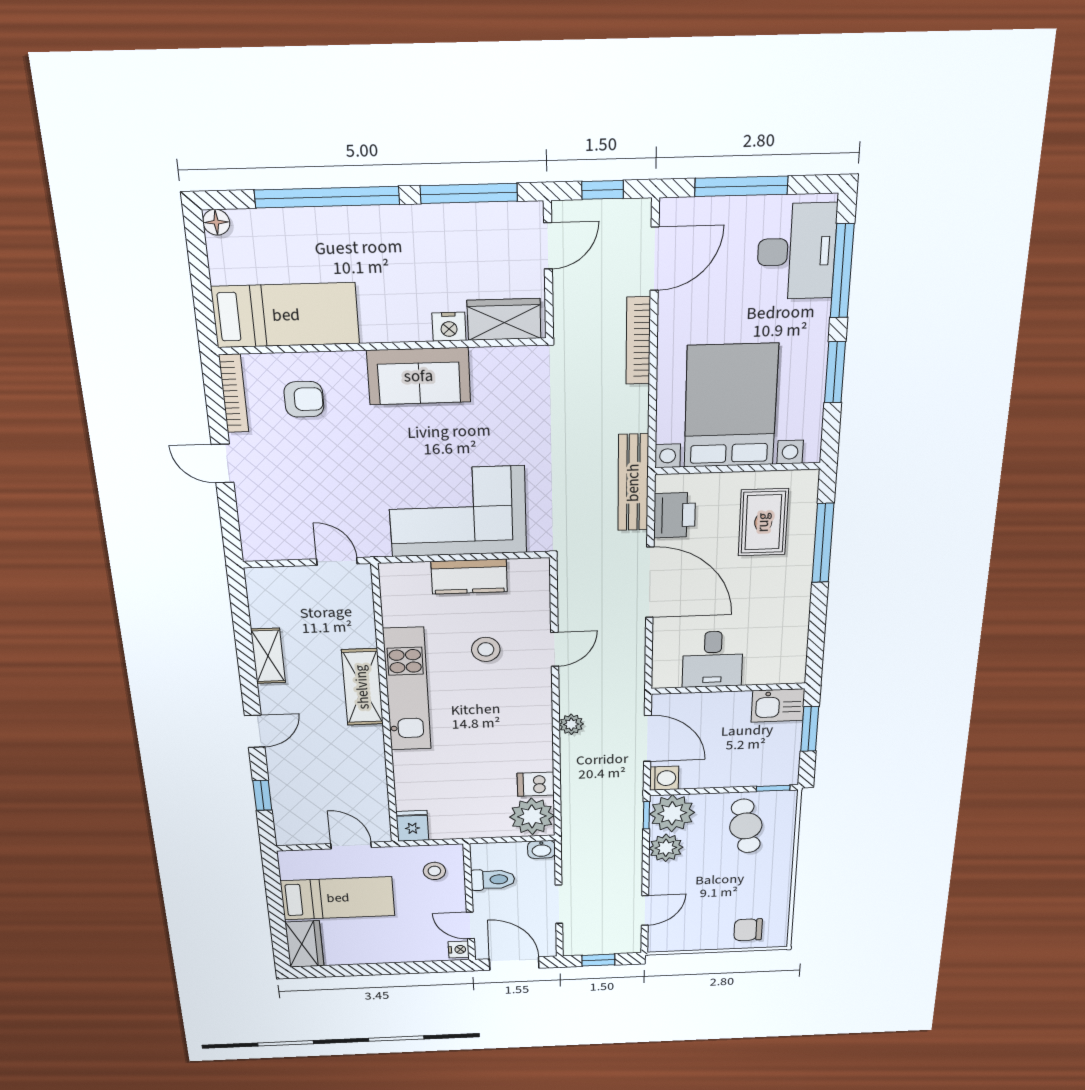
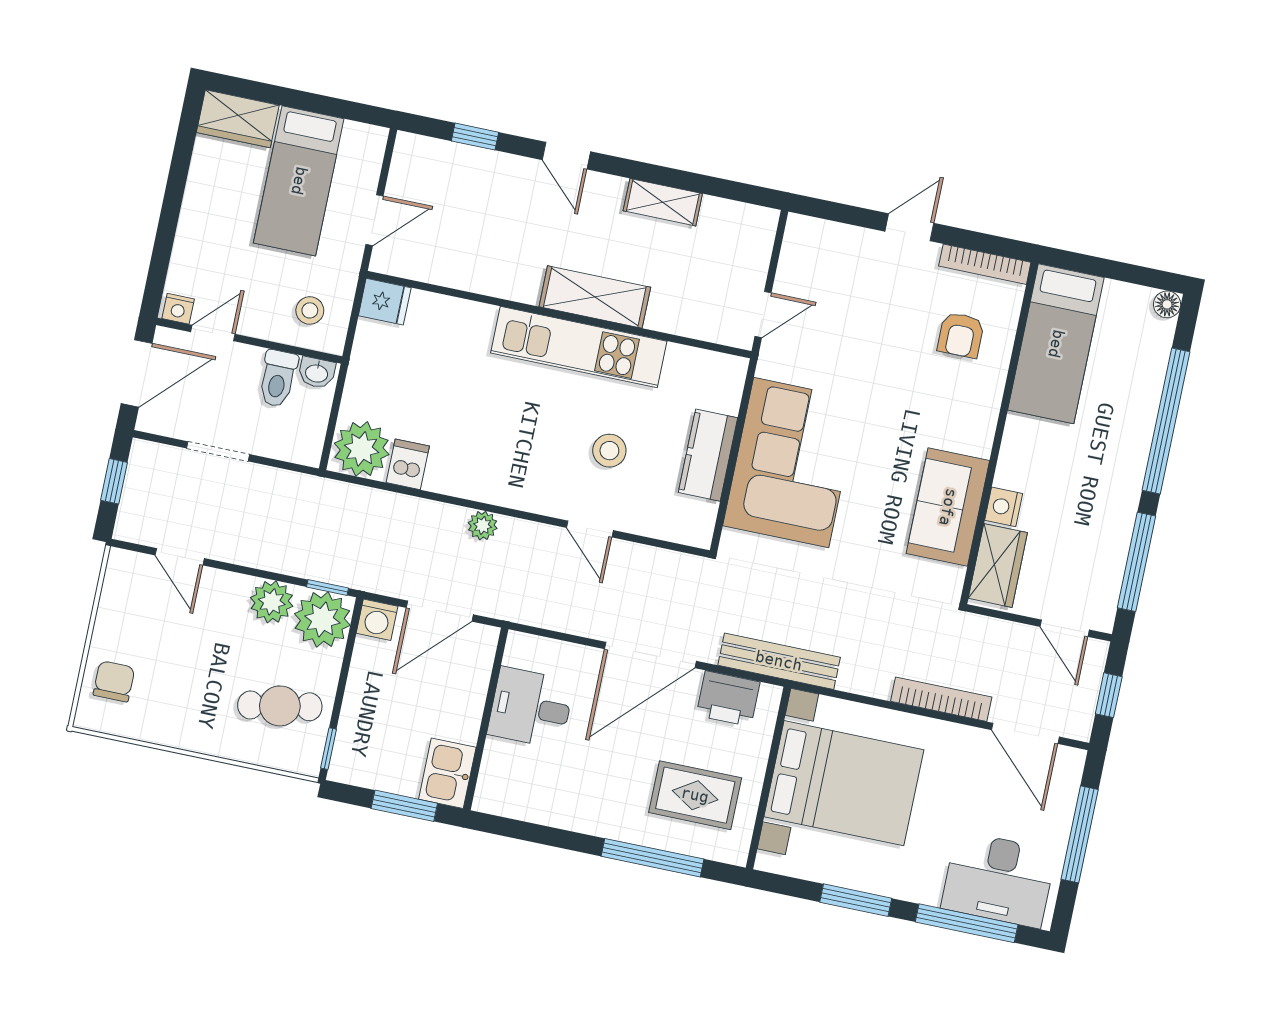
sofa: (419, 376) -> (948, 507), moved
washbasin: (541, 849) -> (317, 373), moved, turned -90

